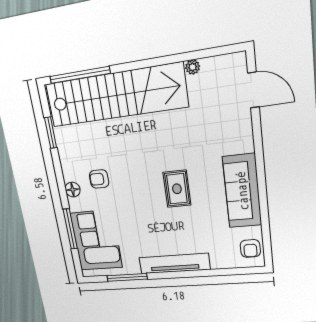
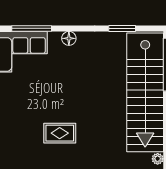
armchair: (99, 179) -> (76, 65), removed

